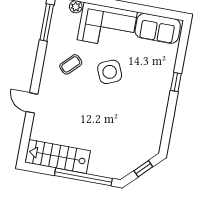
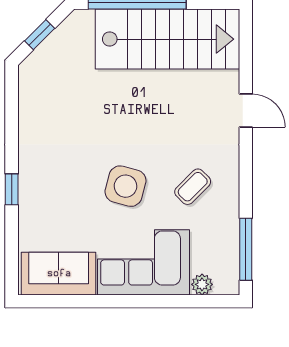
side table: (110, 72) -> (126, 186), turned 38
stairs: (57, 156) -> (167, 39), width x1.36, depth x1.51

